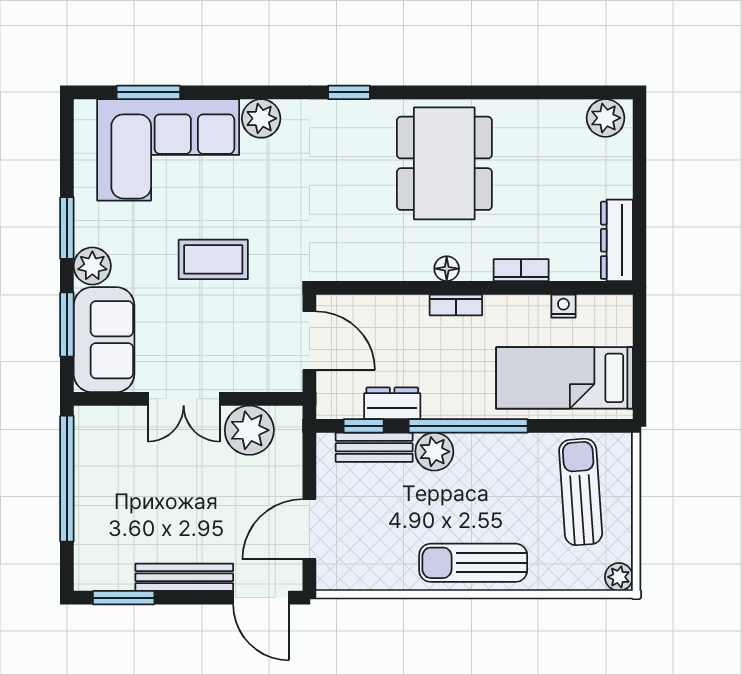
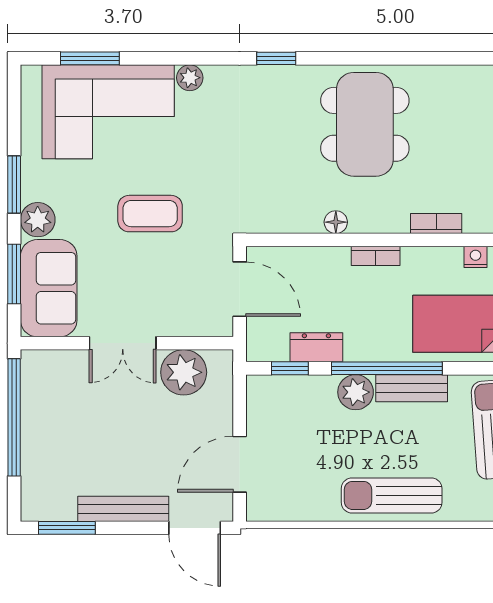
plant: (261, 118) -> (190, 78), width x0.73, depth x0.73
floor lamp: (447, 269) -> (336, 222), moved
bench: (374, 447) -> (412, 388), moved

